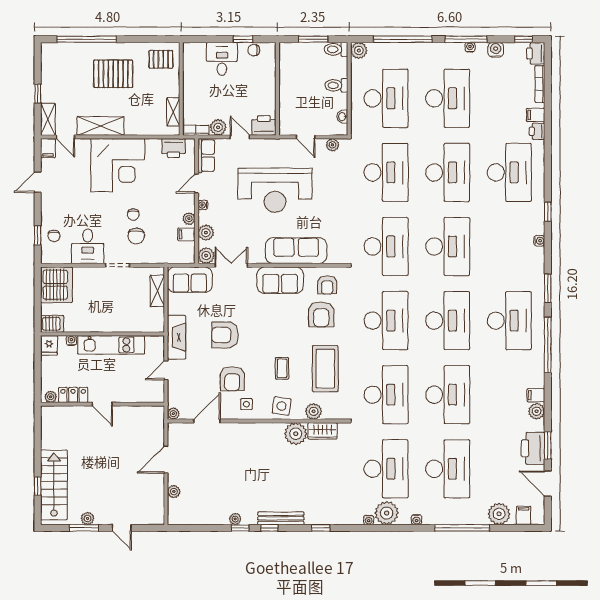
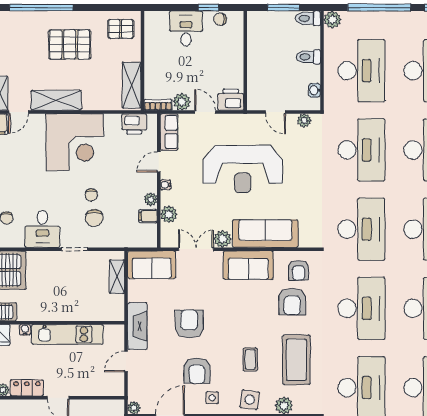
shelving: (173, 112) -> (132, 85), width x1.50, depth x1.33
door: (65, 137) -> (19, 112), hinge flipped
plant: (206, 256) -> (223, 239), moved
armchair: (225, 335) -> (189, 324), turned 90

